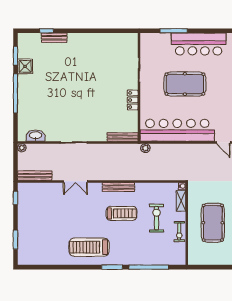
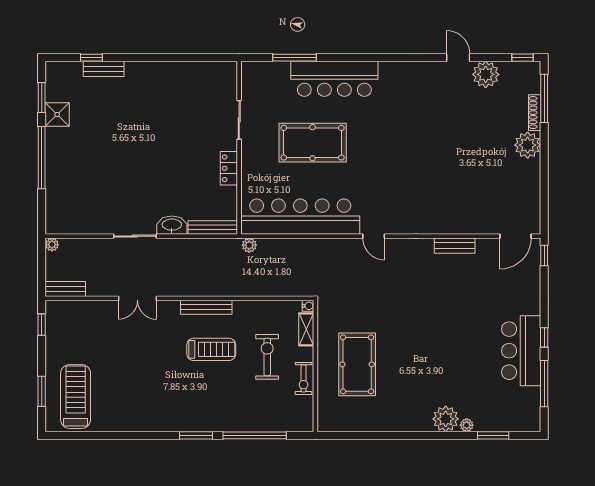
washbasin: (36, 136) -> (172, 225), moved
bench: (35, 176) -> (65, 289), width x0.73
treadmill: (89, 247) -> (76, 397), moved, turned 90

